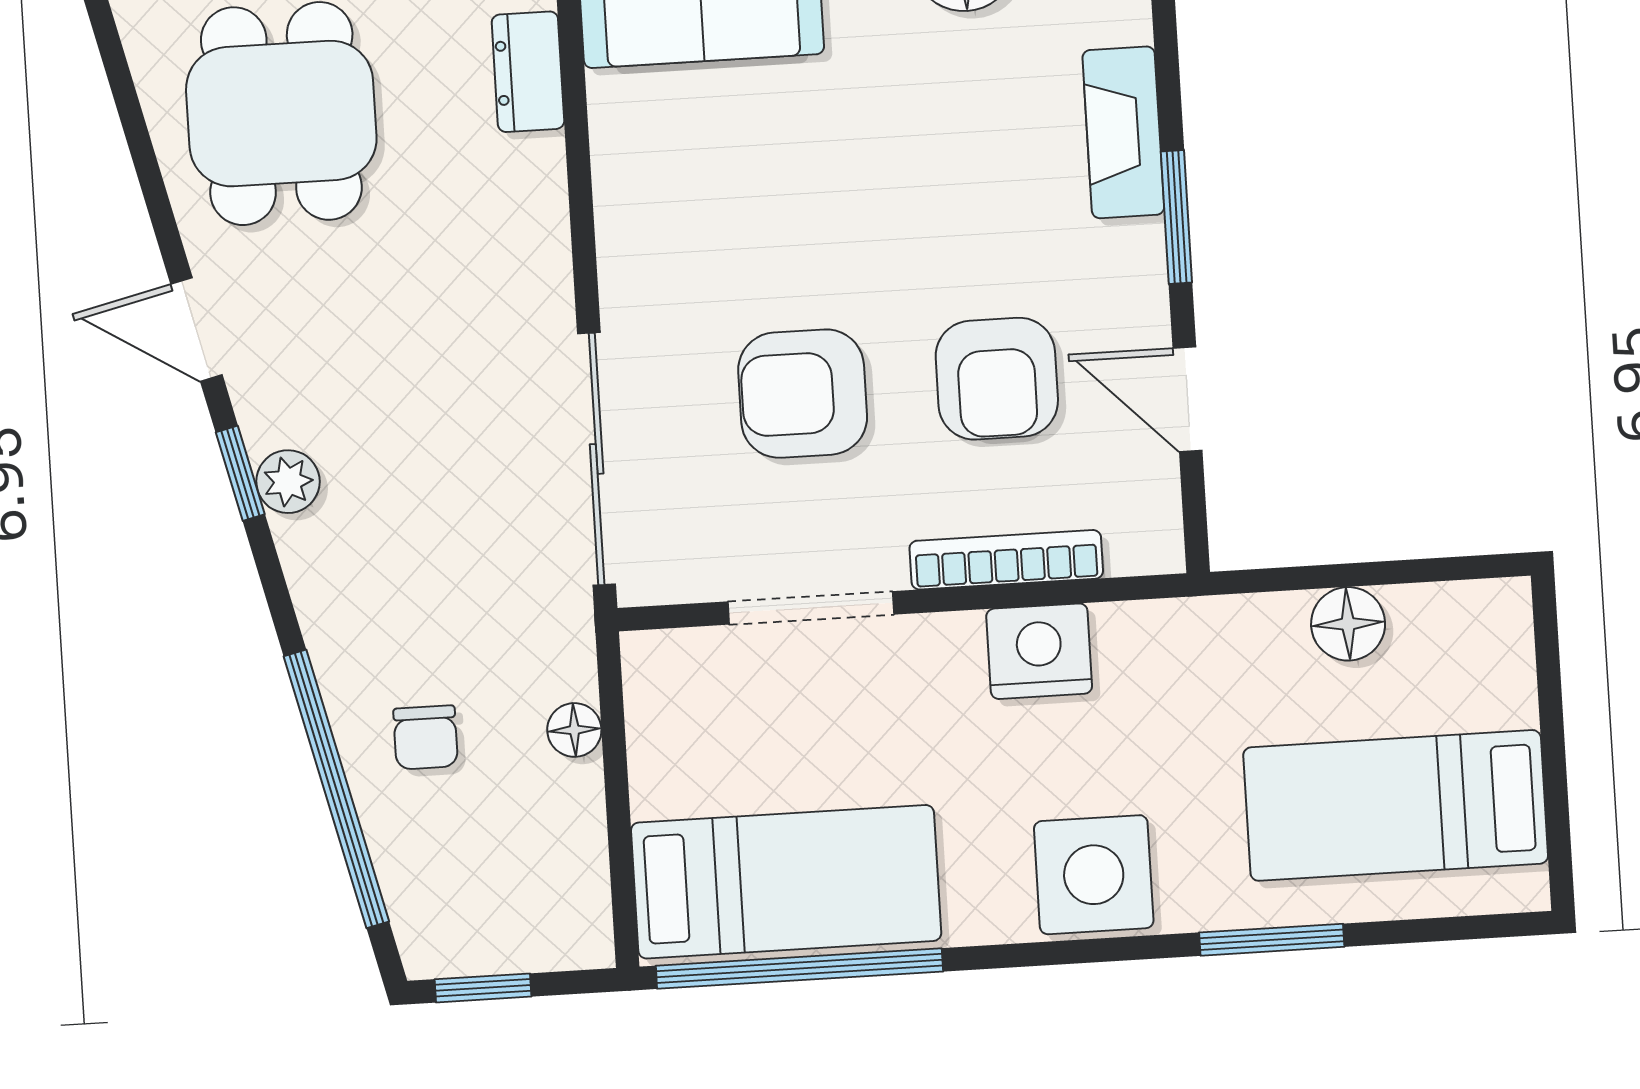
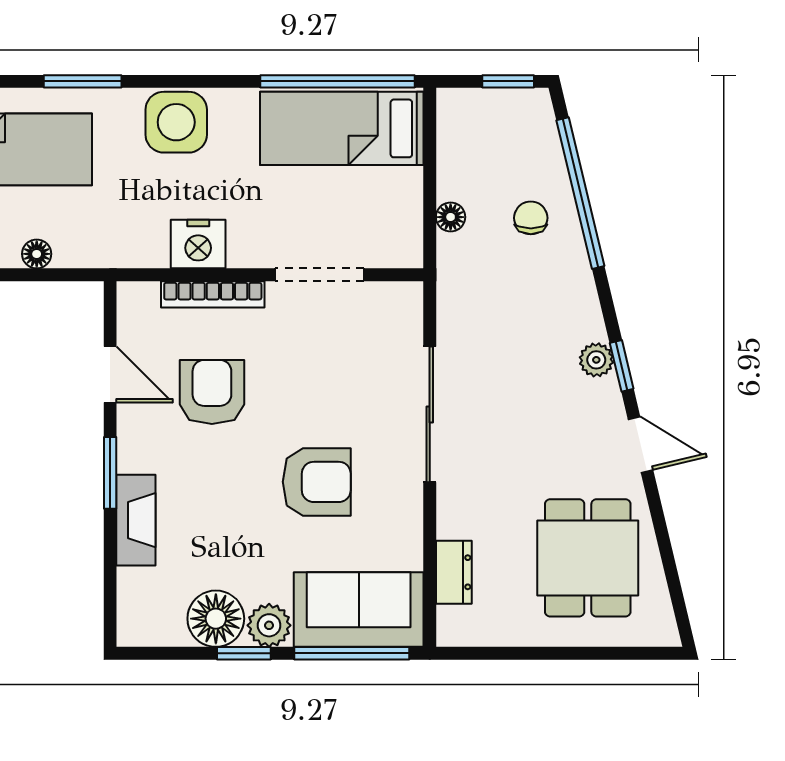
armchair: (803, 394) -> (317, 482), moved
sliding door: (597, 459) -> (430, 414), moved
floor lamp: (1348, 624) -> (37, 254), width x0.73, depth x0.73

